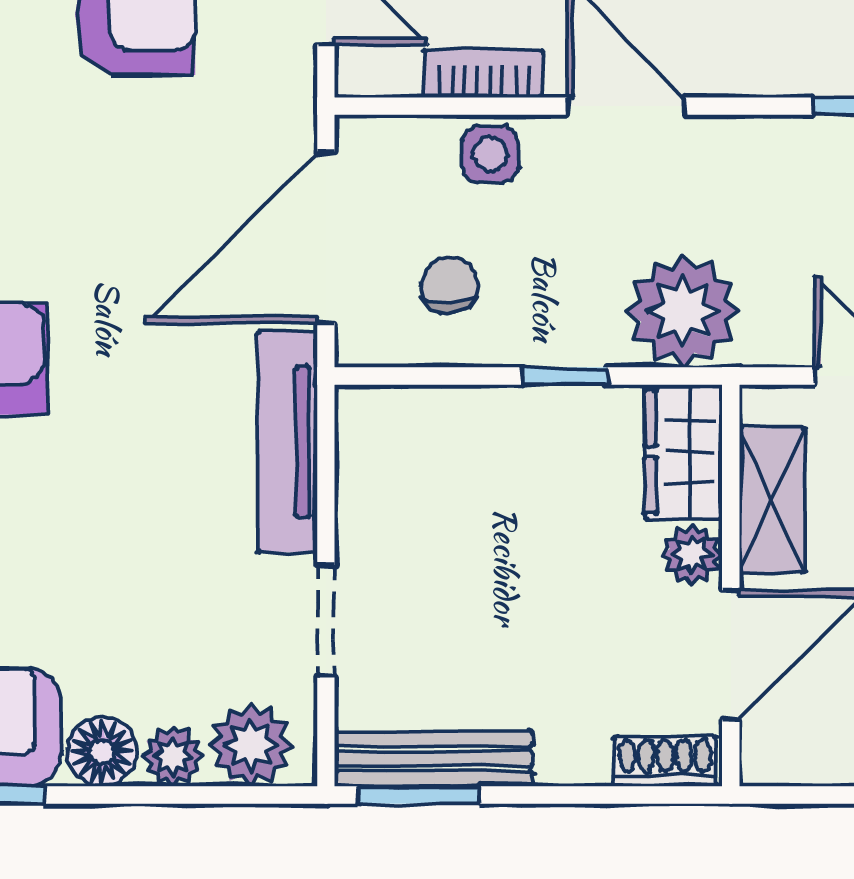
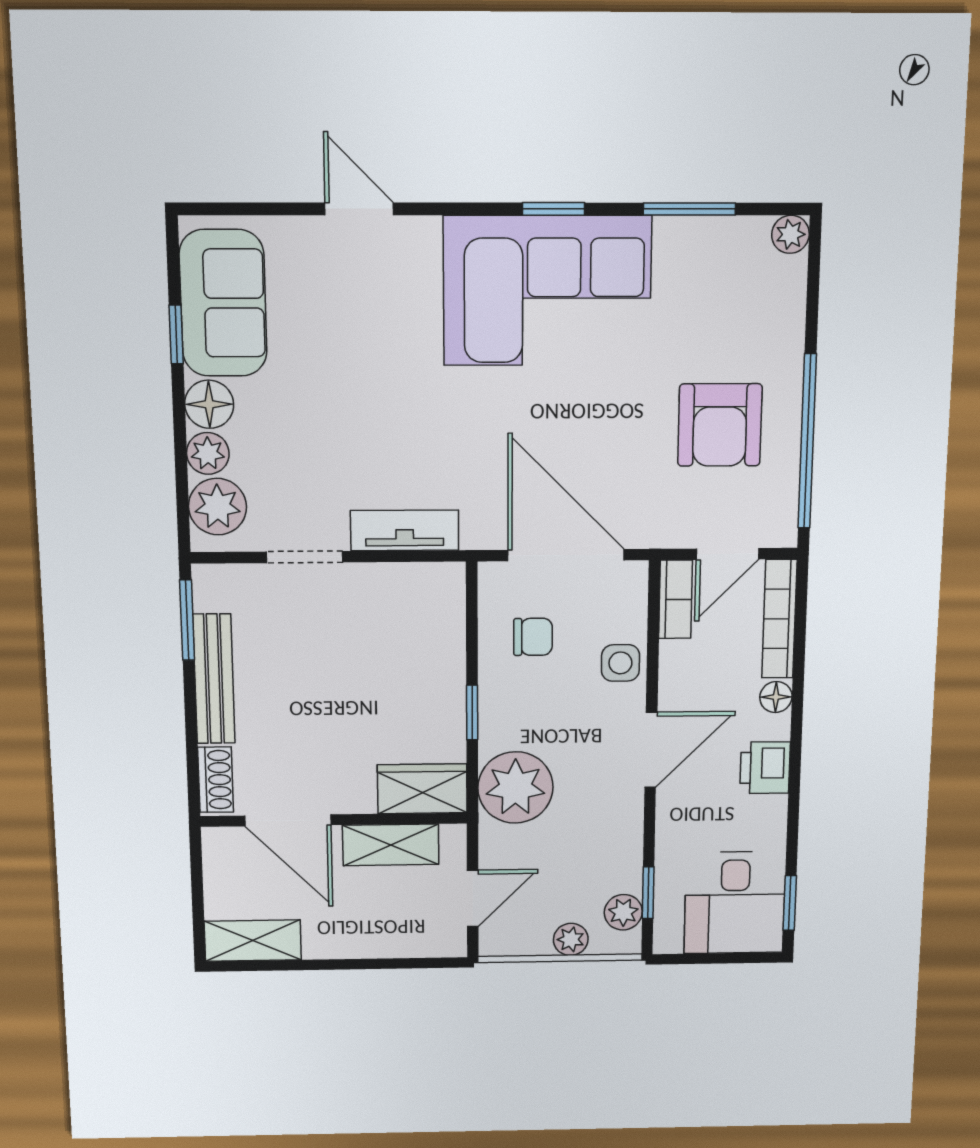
bookcase: (484, 74) -> (676, 599), moved
tv unit: (287, 442) -> (405, 530), width x0.71
plant: (692, 555) -> (354, 795), removed
bench: (434, 759) -> (214, 679), moved

